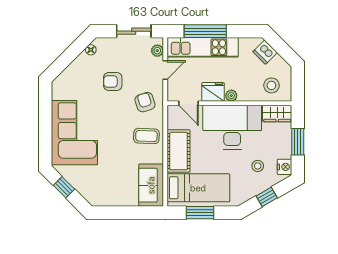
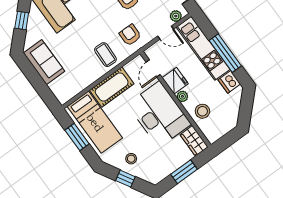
window: (205, 31) -> (225, 53), moved
dishwasher: (265, 52) -> (229, 82), moved, turned -45
stool: (271, 85) -> (202, 111), moved
armchair: (145, 102) -> (130, 35), turned -72
stool: (258, 166) -> (131, 159), moved
nightstand: (284, 167) -> (158, 176), removed
sofa: (151, 185) -> (44, 62), moved, turned 90

